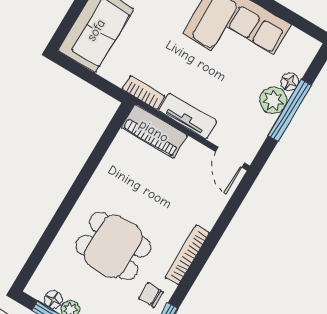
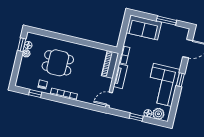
plant: (273, 100) -> (158, 114), moved
window: (290, 110) -> (136, 117), width x0.46
dining table: (113, 246) -> (58, 63), turned 90

